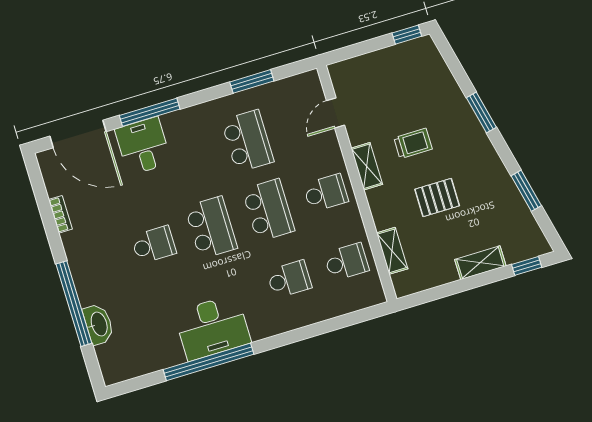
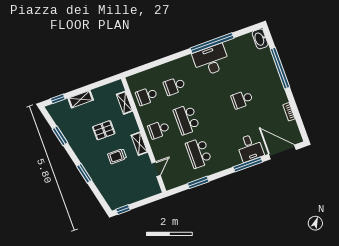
school desk: (211, 227) -> (214, 109), removed
washbasin: (98, 324) -> (260, 39), moved

